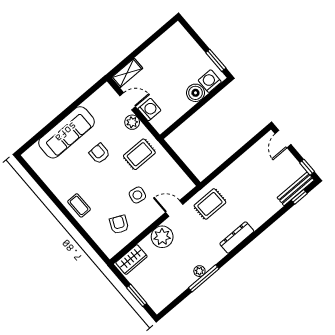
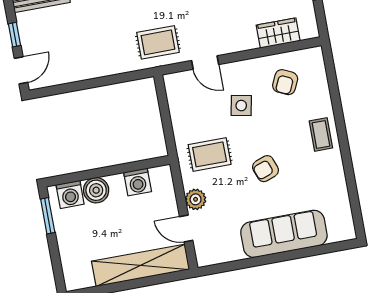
shelving: (127, 73) -> (141, 265), width x2.20, depth x1.33
washing machine: (149, 110) -> (138, 182), moved, turned -90
armchair: (99, 153) -> (266, 169), moved, turned 70
window: (307, 167) -> (14, 35), moved
plant: (162, 237) -> (241, 36), removed
wardrobe: (131, 260) -> (278, 33), moved

